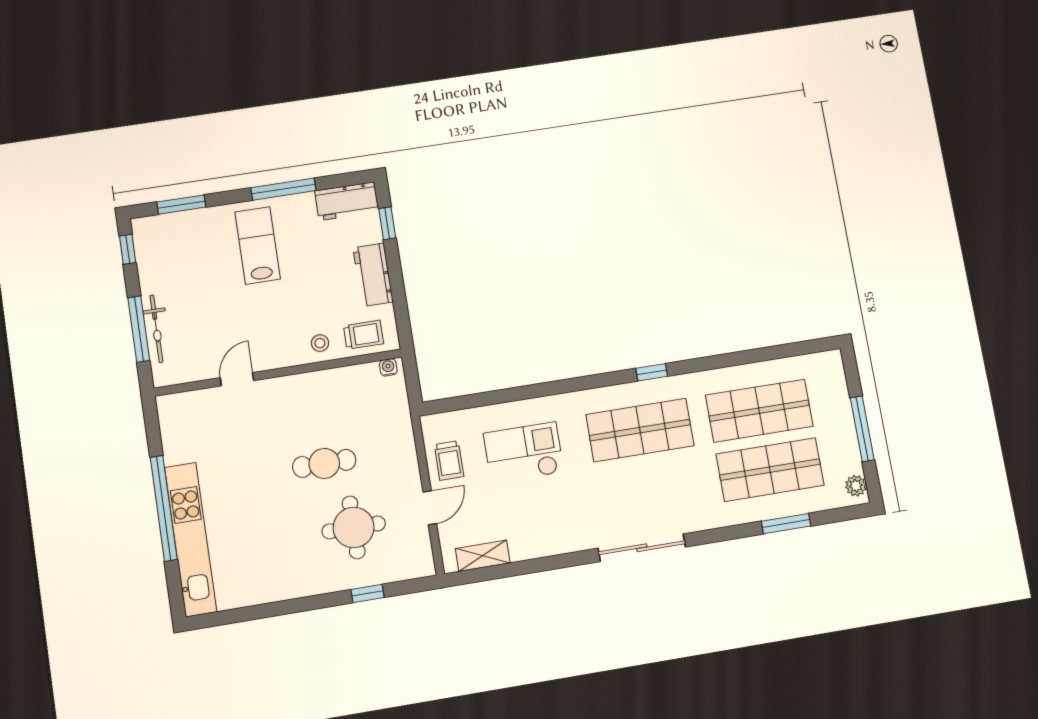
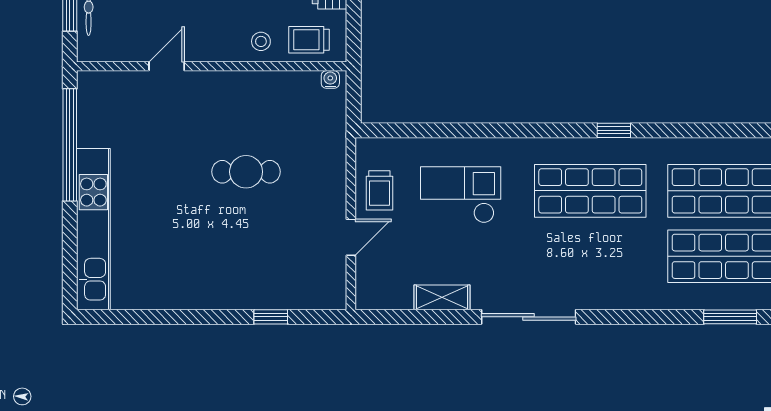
trolley: (364, 335) -> (309, 40), turned 180
window: (164, 508) -> (70, 145), moved
round table: (354, 527) -> (267, 245), removed
sliding door: (642, 548) -> (529, 317), moved
shelving: (483, 556) -> (442, 297), moved

